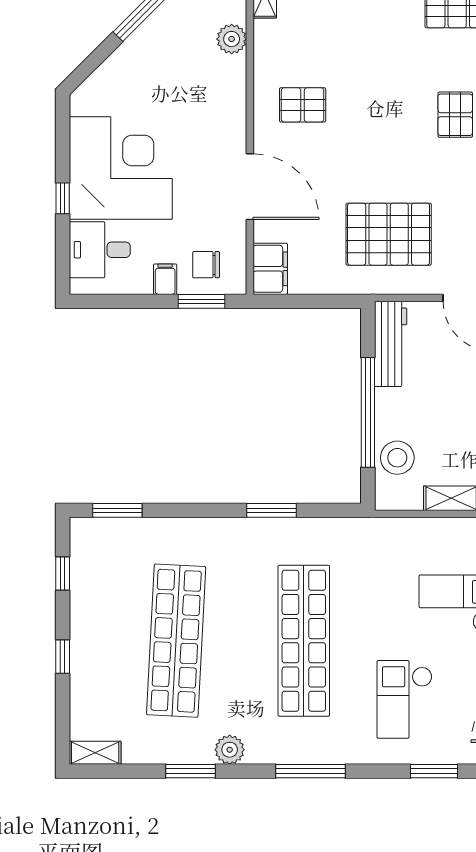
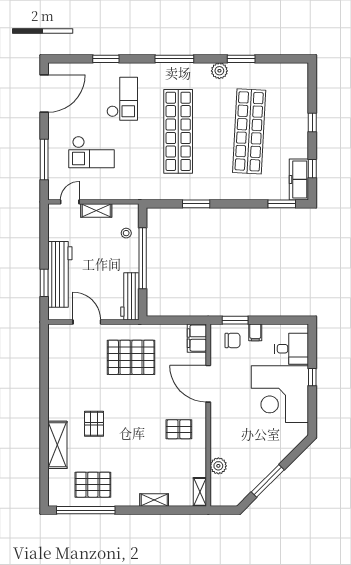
stool: (397, 458) -> (126, 233), width x0.53, depth x0.53
freezer: (87, 554) -> (299, 179), added
shelving: (95, 753) -> (294, 69), removed

